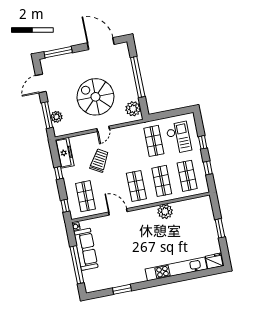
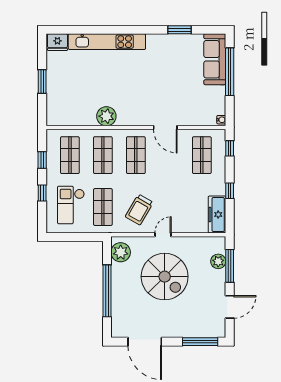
trolley: (99, 161) -> (139, 210), moved
sofa: (86, 249) -> (215, 59), moved

